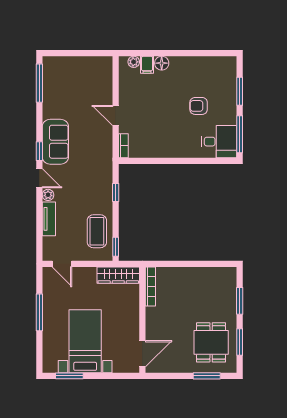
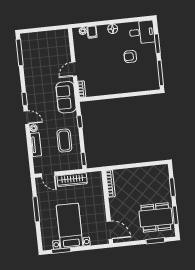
floor lamp: (162, 63) -> (113, 29), moved
door: (116, 116) -> (74, 69), hinge flipped
sofa: (55, 142) -> (66, 97), moved, turned 180
desk: (219, 142) -> (142, 32), moved
coffee table: (97, 231) -> (64, 141), moved
wardrobe: (118, 275) -> (72, 180), moved
dining table: (211, 342) -> (156, 217), width x1.38
door: (142, 354) -> (110, 230), hinge flipped

